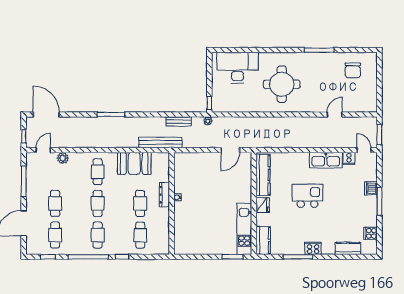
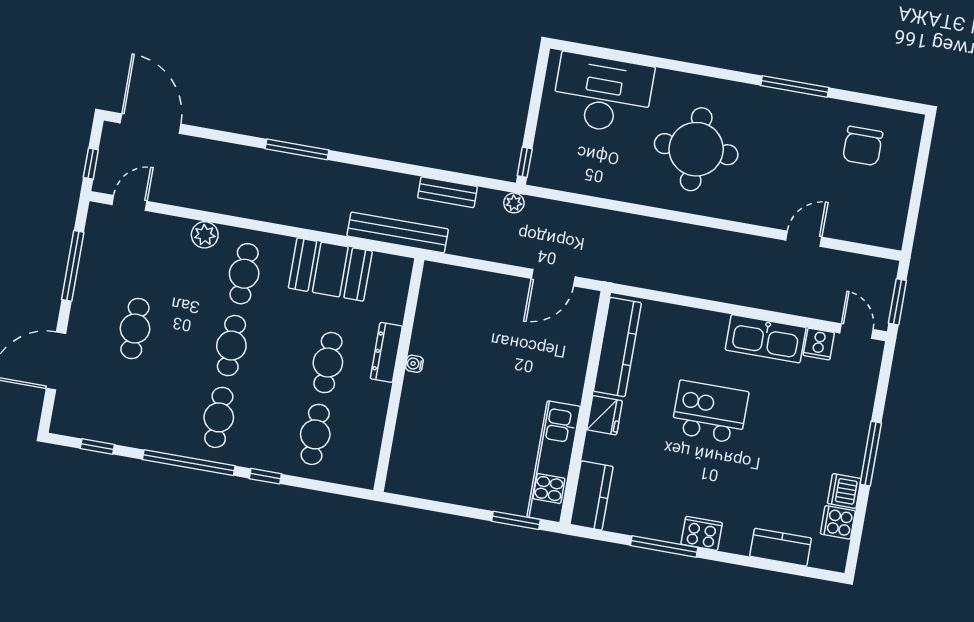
plant: (63, 158) -> (205, 235), moved
dishwasher: (371, 188) -> (844, 491), moved
cafe table: (55, 235) -> (122, 400), removed

